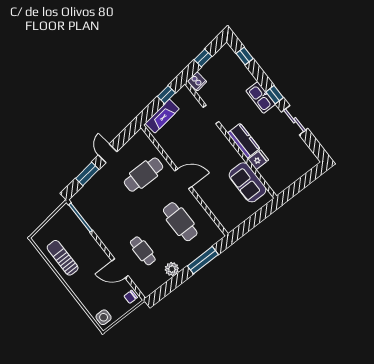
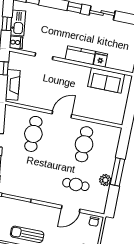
kitchen sink: (261, 98) -> (18, 23), moved, turned -97
cafe table: (180, 222) -> (84, 144), turned 90
window: (203, 260) -> (118, 172), moved

